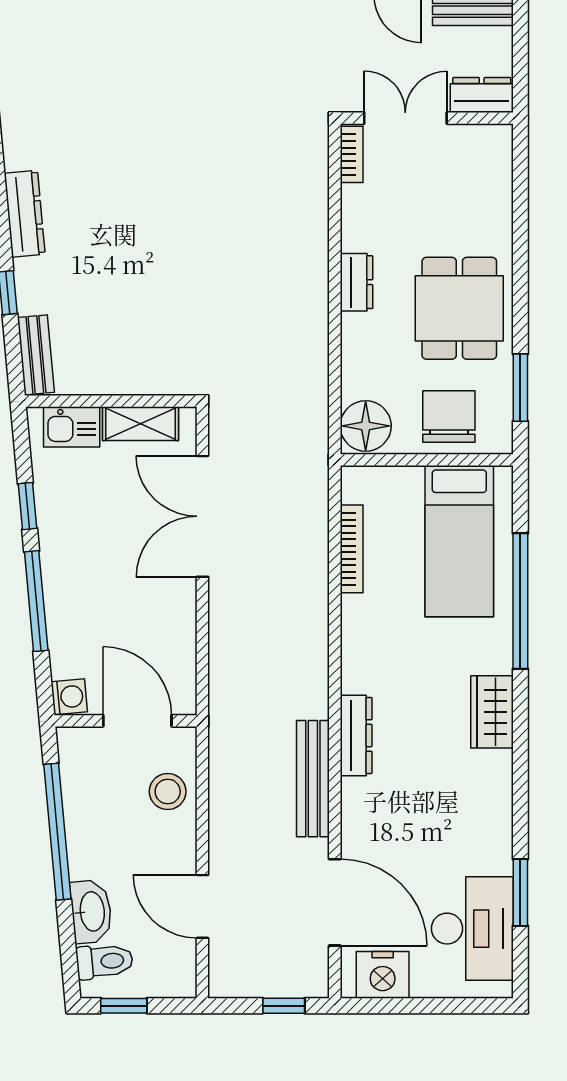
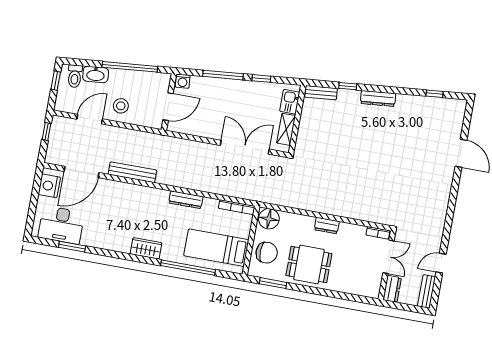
bookcase: (352, 549) -> (237, 207), moved
dresser: (356, 736) -> (186, 200), moved
stool: (168, 791) -> (121, 106), moved
window: (284, 1006) -> (46, 131), moved

